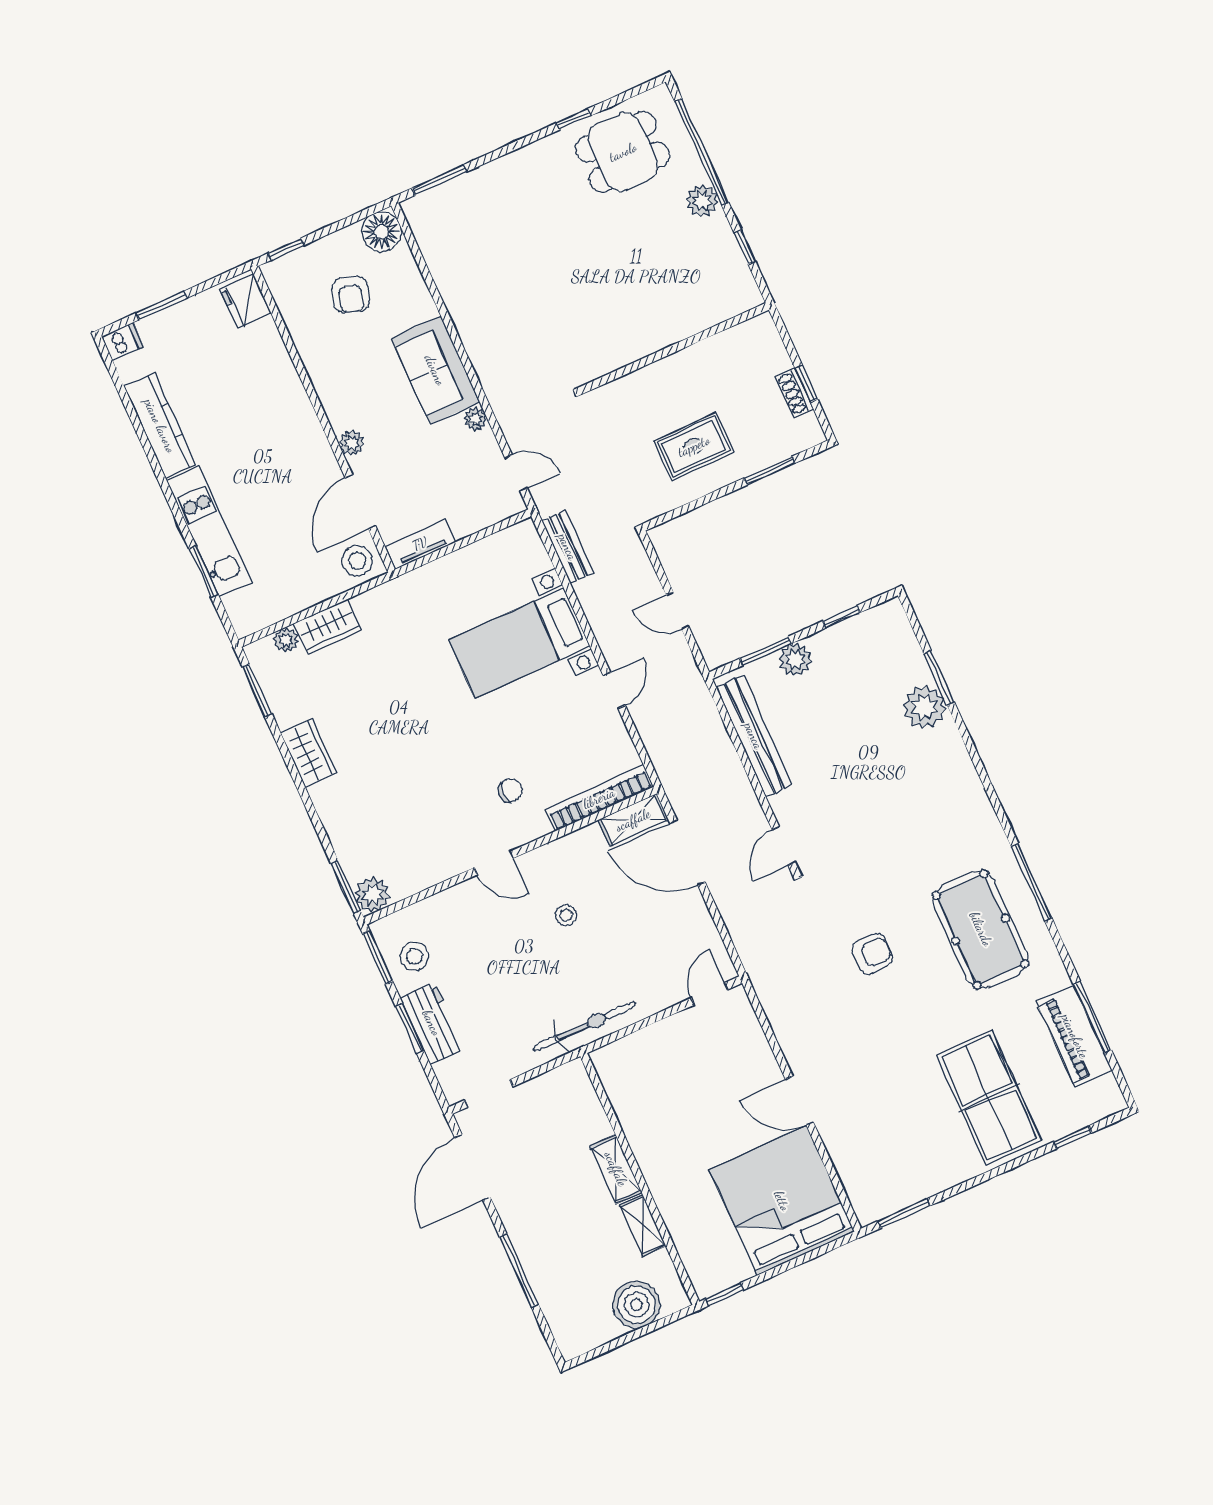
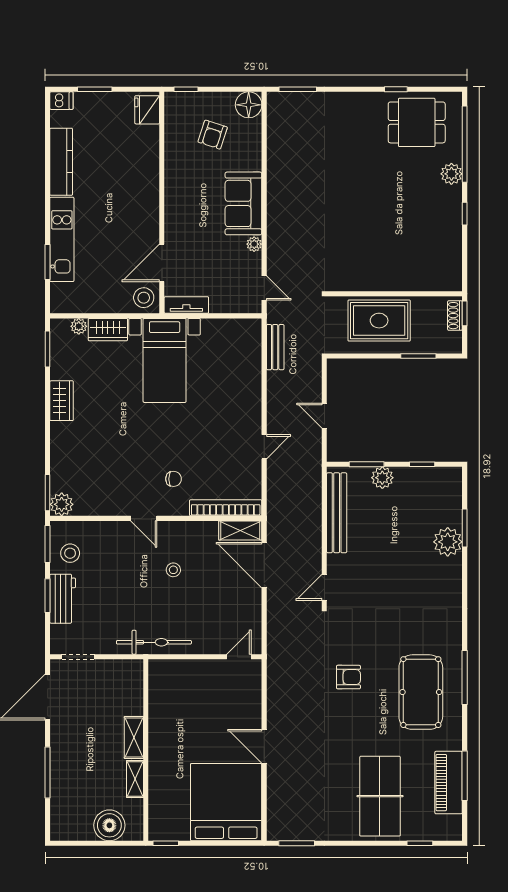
wall: (675, 348) -> (394, 294), moved
plant: (352, 443) -> (173, 225), removed
rug: (694, 446) -> (379, 321), width x1.36, depth x1.43
bed with nightstands: (519, 643) -> (165, 360), moved, turned -90

